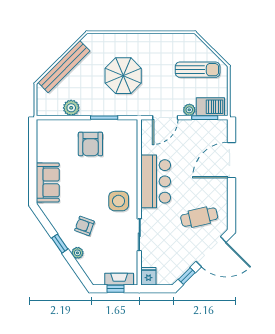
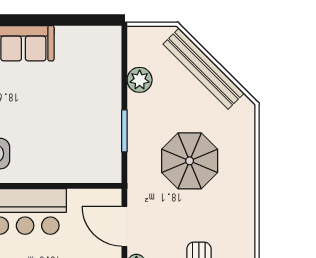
armchair: (90, 144) -> (83, 110), removed

